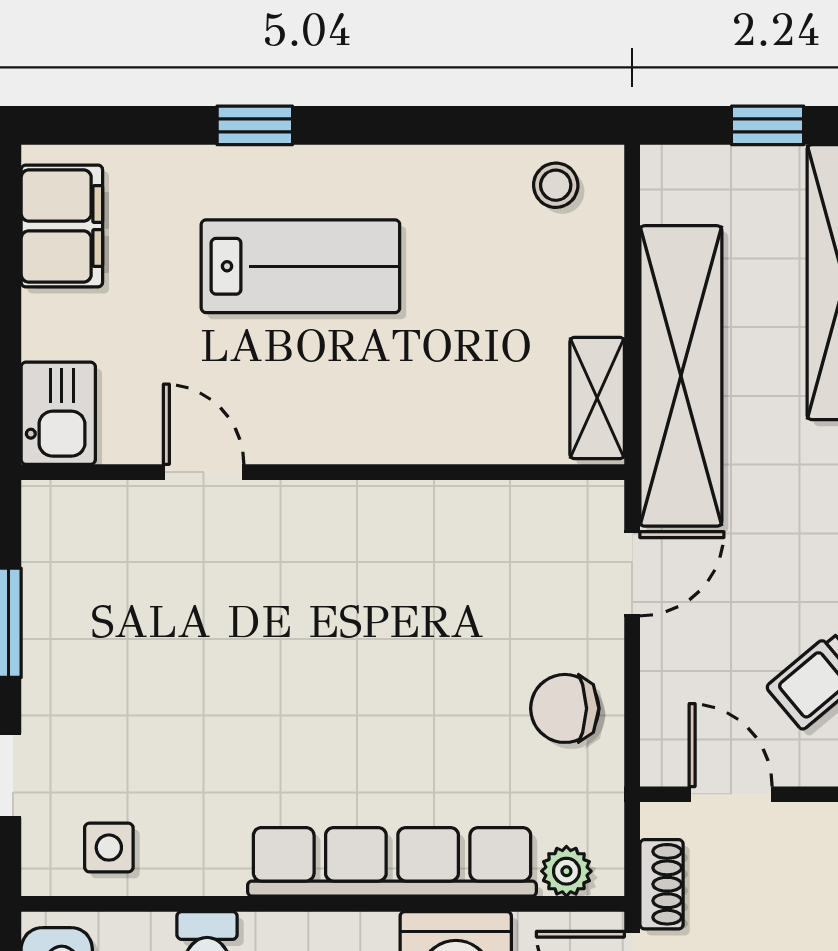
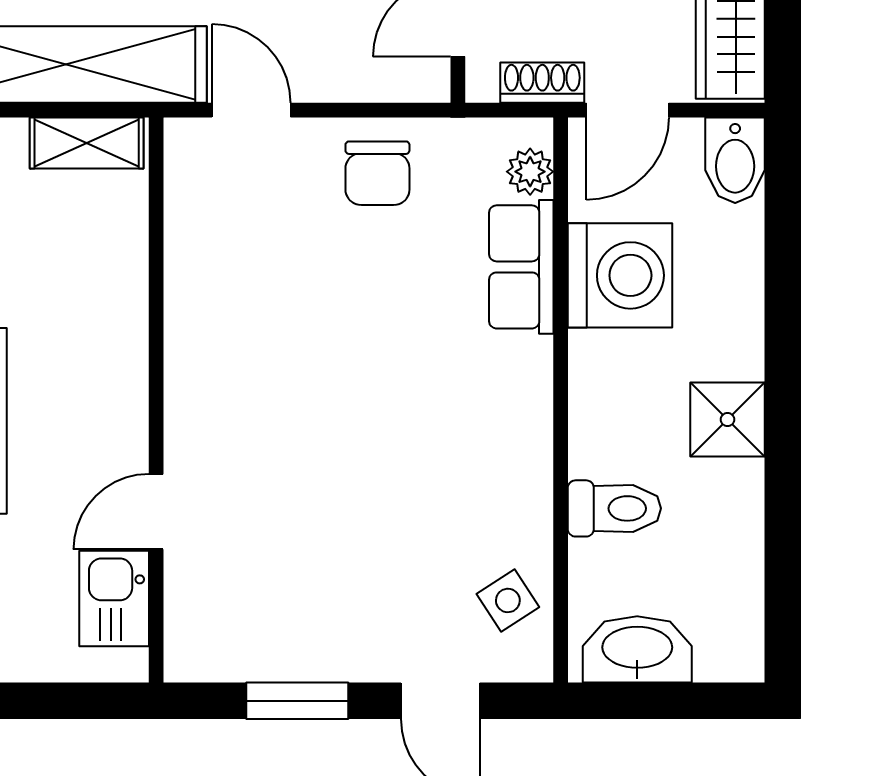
kitchen sink: (58, 413) -> (114, 599), moved, turned -90
side table: (109, 848) -> (508, 600), turned -33
row of seats: (392, 862) -> (521, 267), width x0.50

